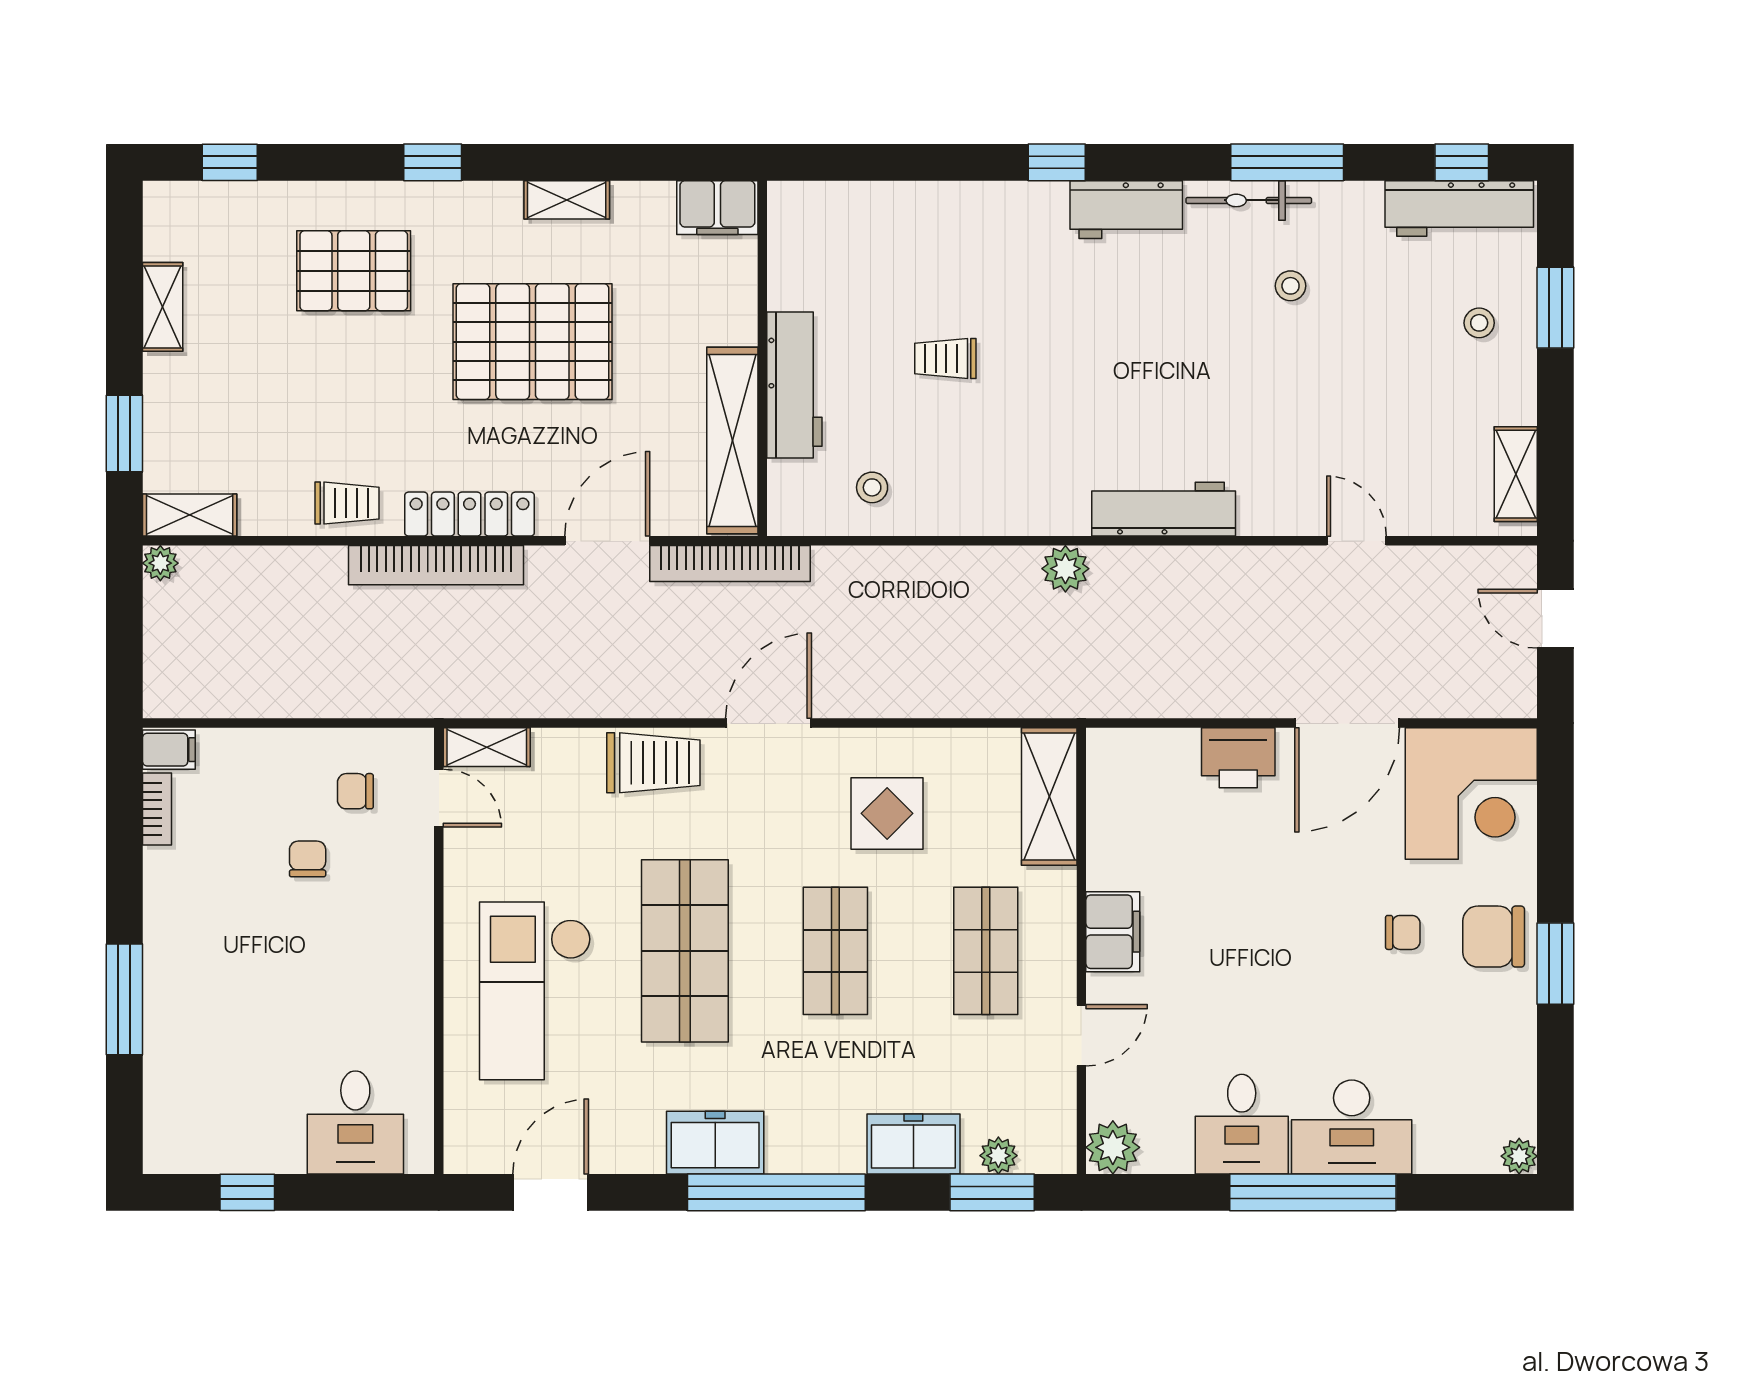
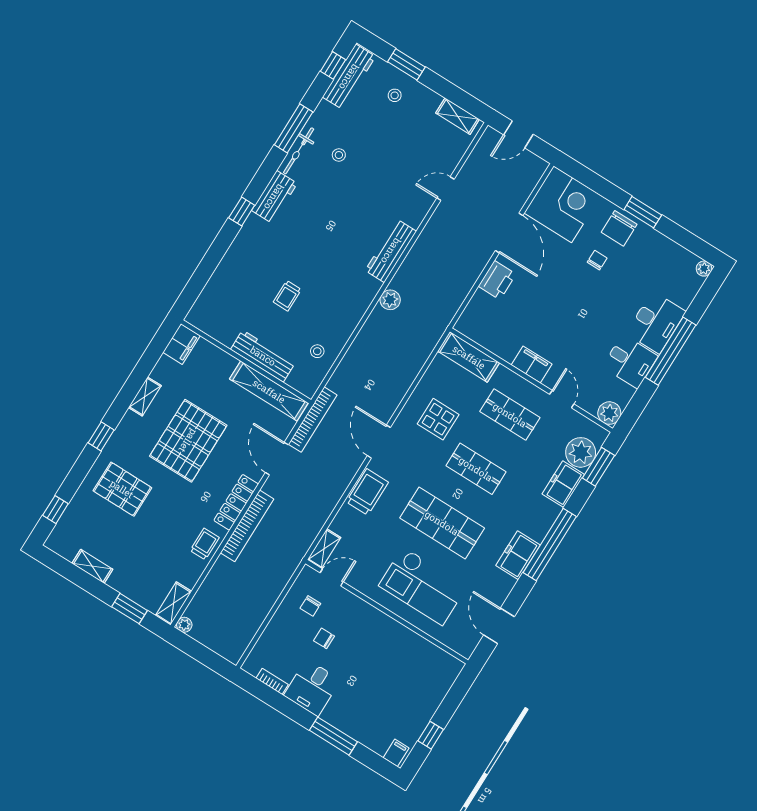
pallet: (354, 271) -> (122, 489), turned 90
filing cabinet: (169, 750) -> (396, 753), moved
desk: (355, 1122) -> (312, 688), moved, turned 90
plant: (998, 1156) -> (581, 452), width x1.87, depth x1.87

